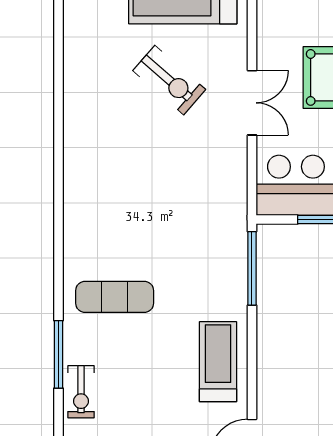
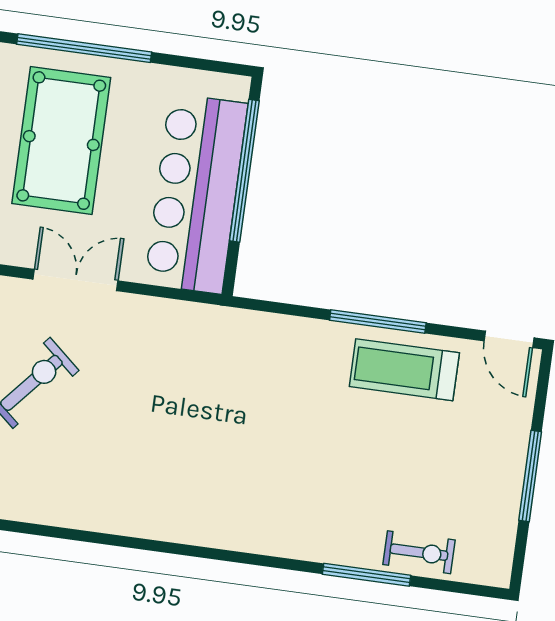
window: (252, 268) -> (378, 321), moved
exercise mat: (115, 297) -> (302, 492), removed

